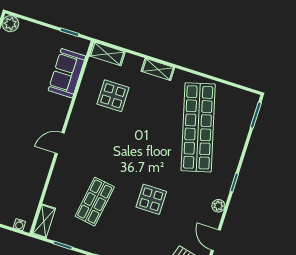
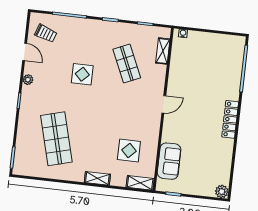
shop shelf: (198, 127) -> (56, 139), width x0.71
shop shelf: (95, 202) -> (127, 64), turned -33
shelving: (44, 221) -> (163, 51), moved

